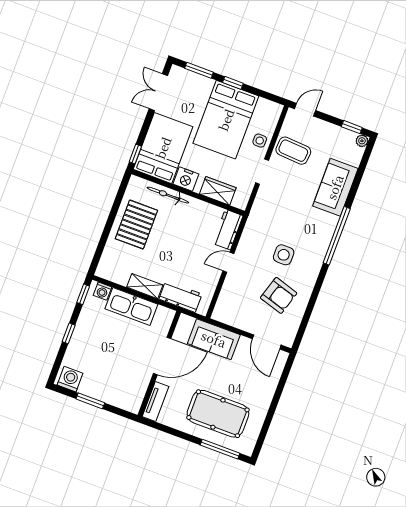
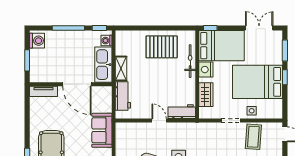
window: (69, 333) -> (68, 28), width x2.17
door: (162, 356) -> (77, 84), moved
wall: (159, 364) -> (71, 84), moved
tv unit: (155, 402) -> (44, 91), moved

